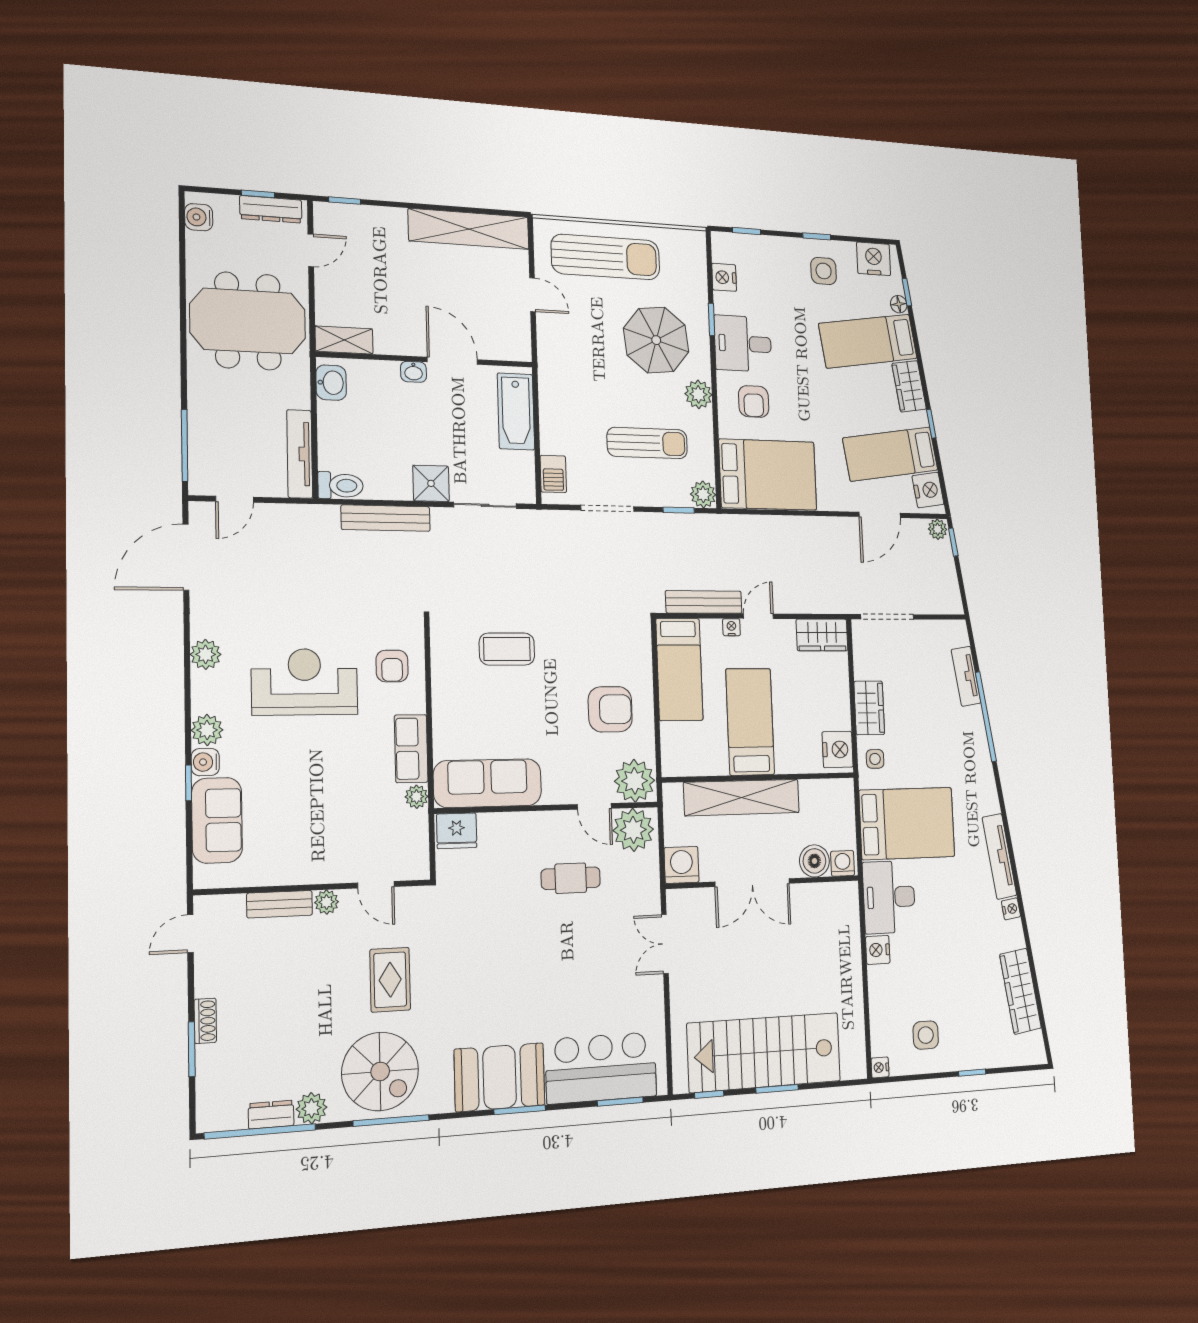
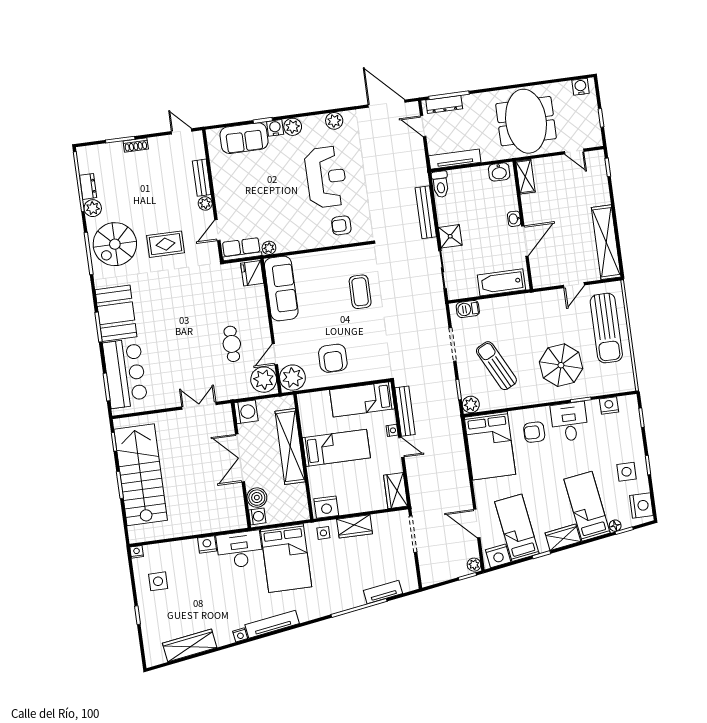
dresser: (271, 209) -> (444, 104), moved, turned -90
plant: (698, 394) -> (532, 396), removed
sun lounger: (647, 443) -> (496, 366), turned 153
row of seats: (411, 749) -> (241, 249), moved

